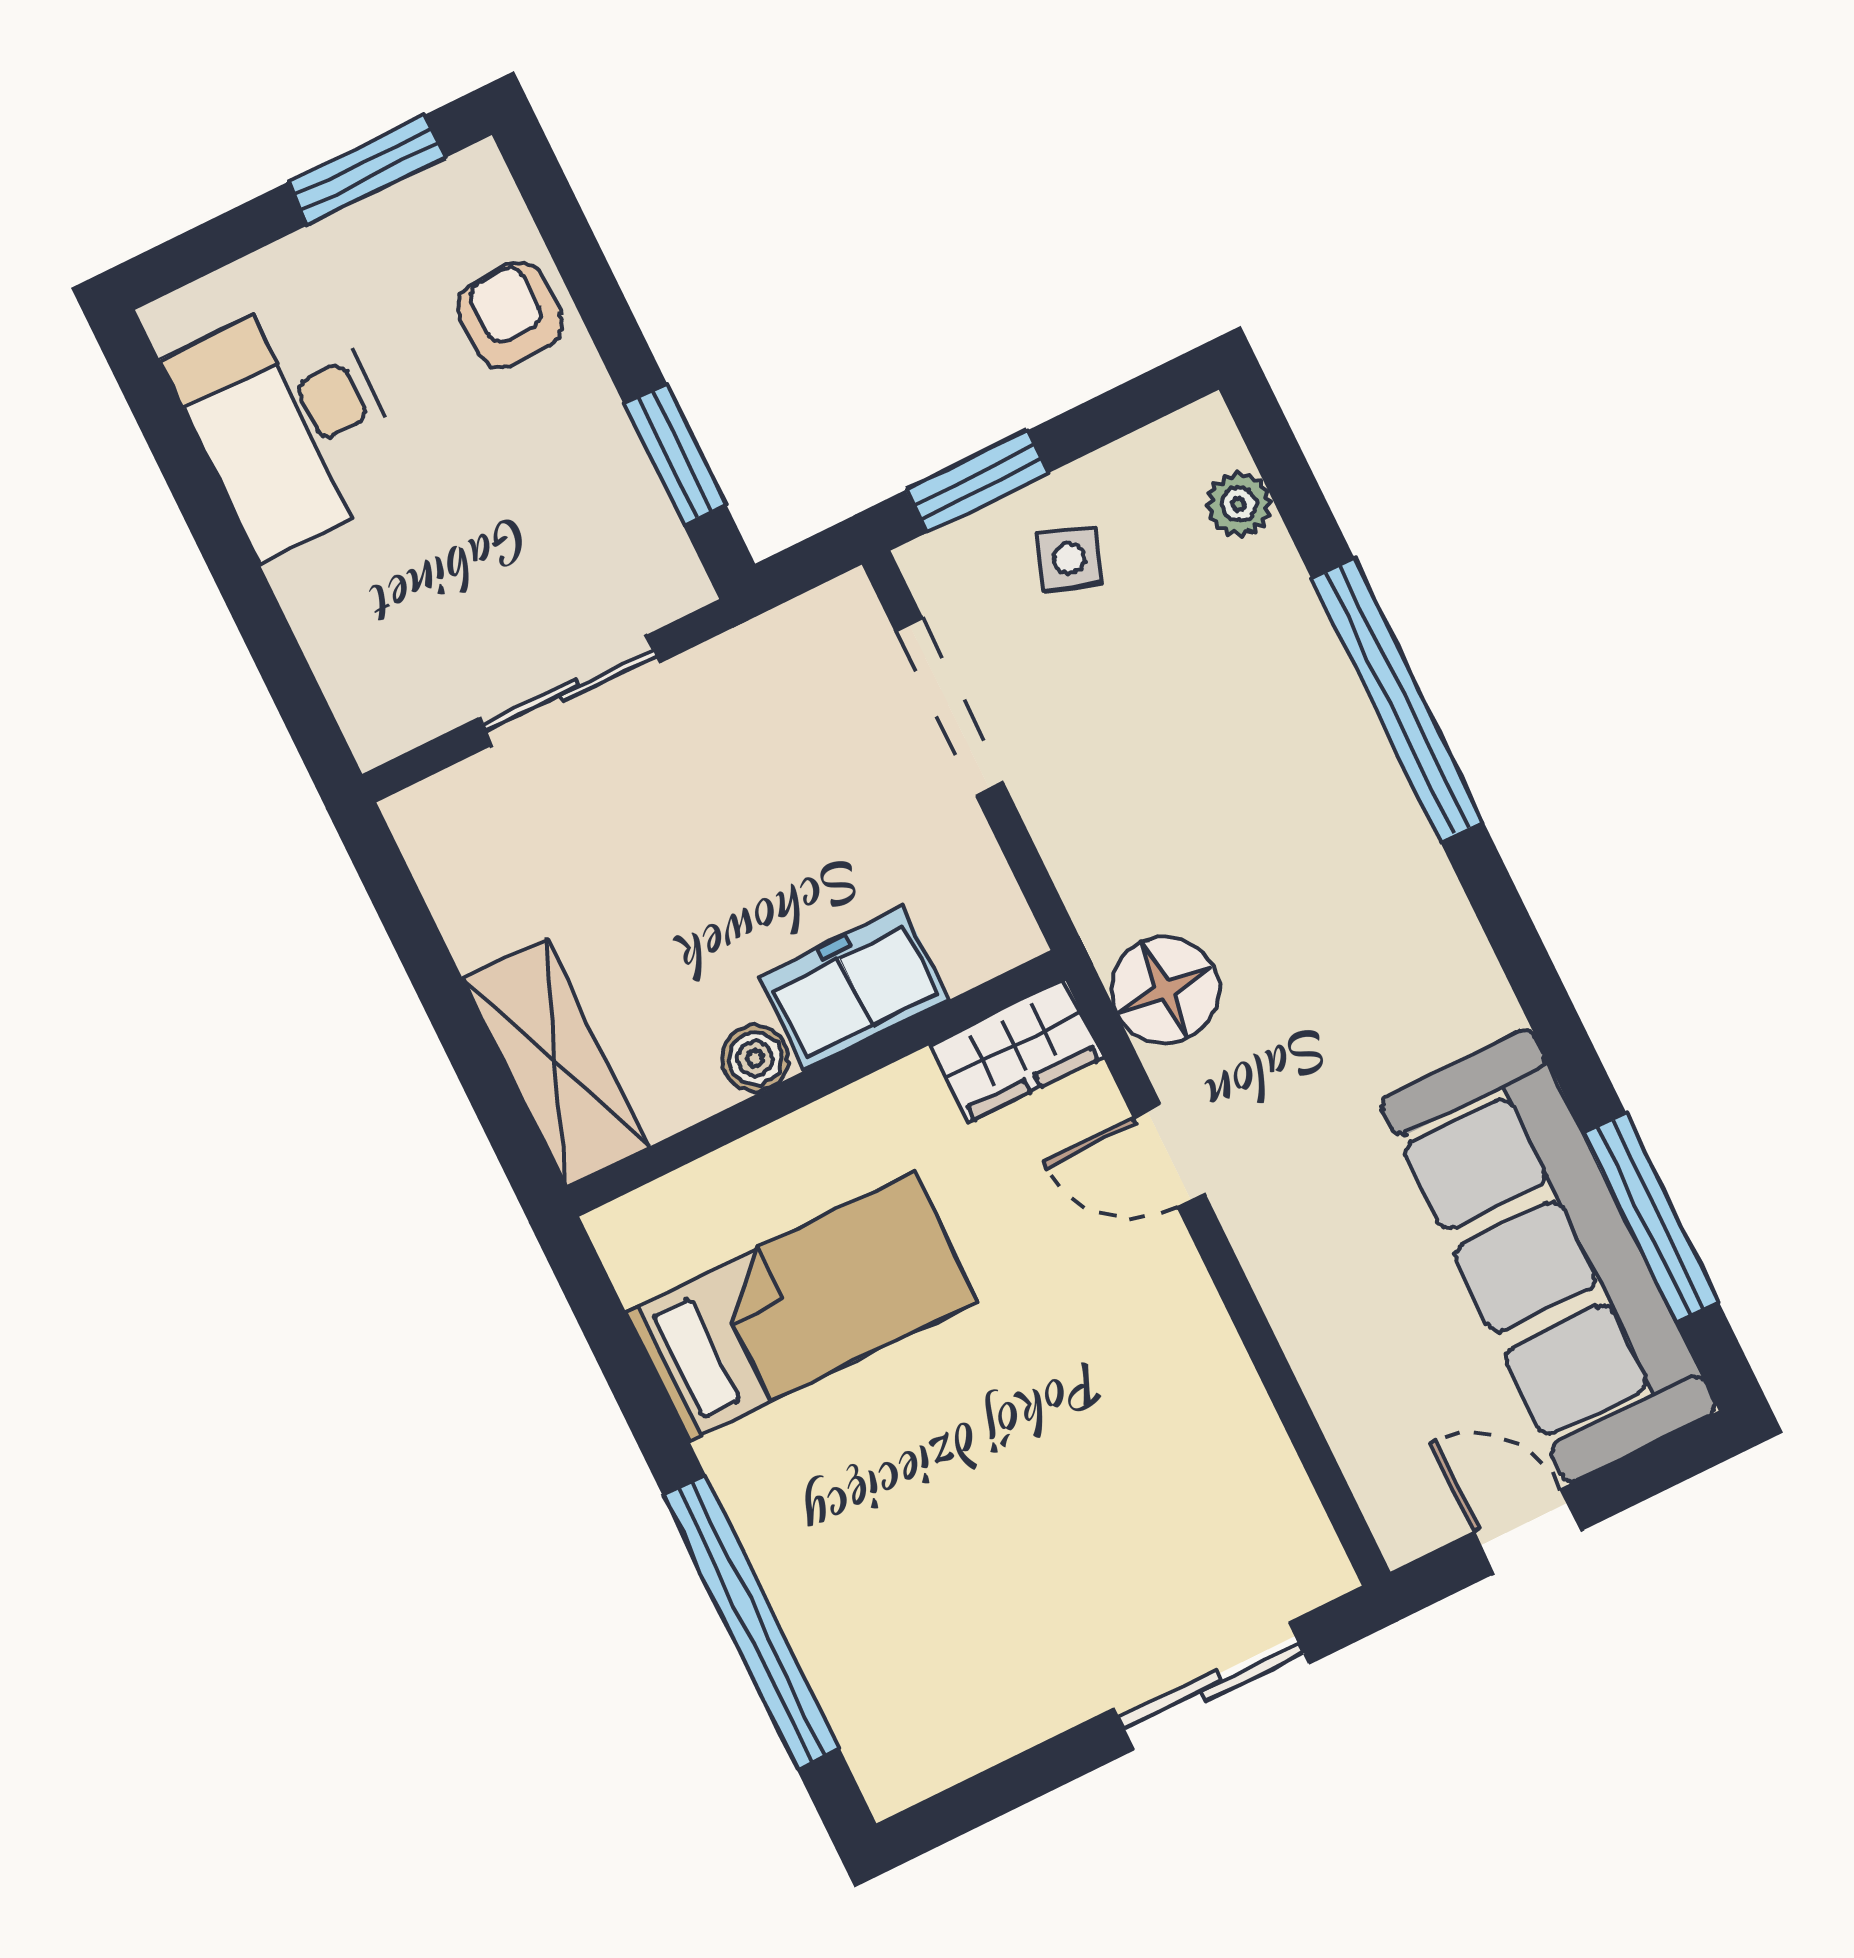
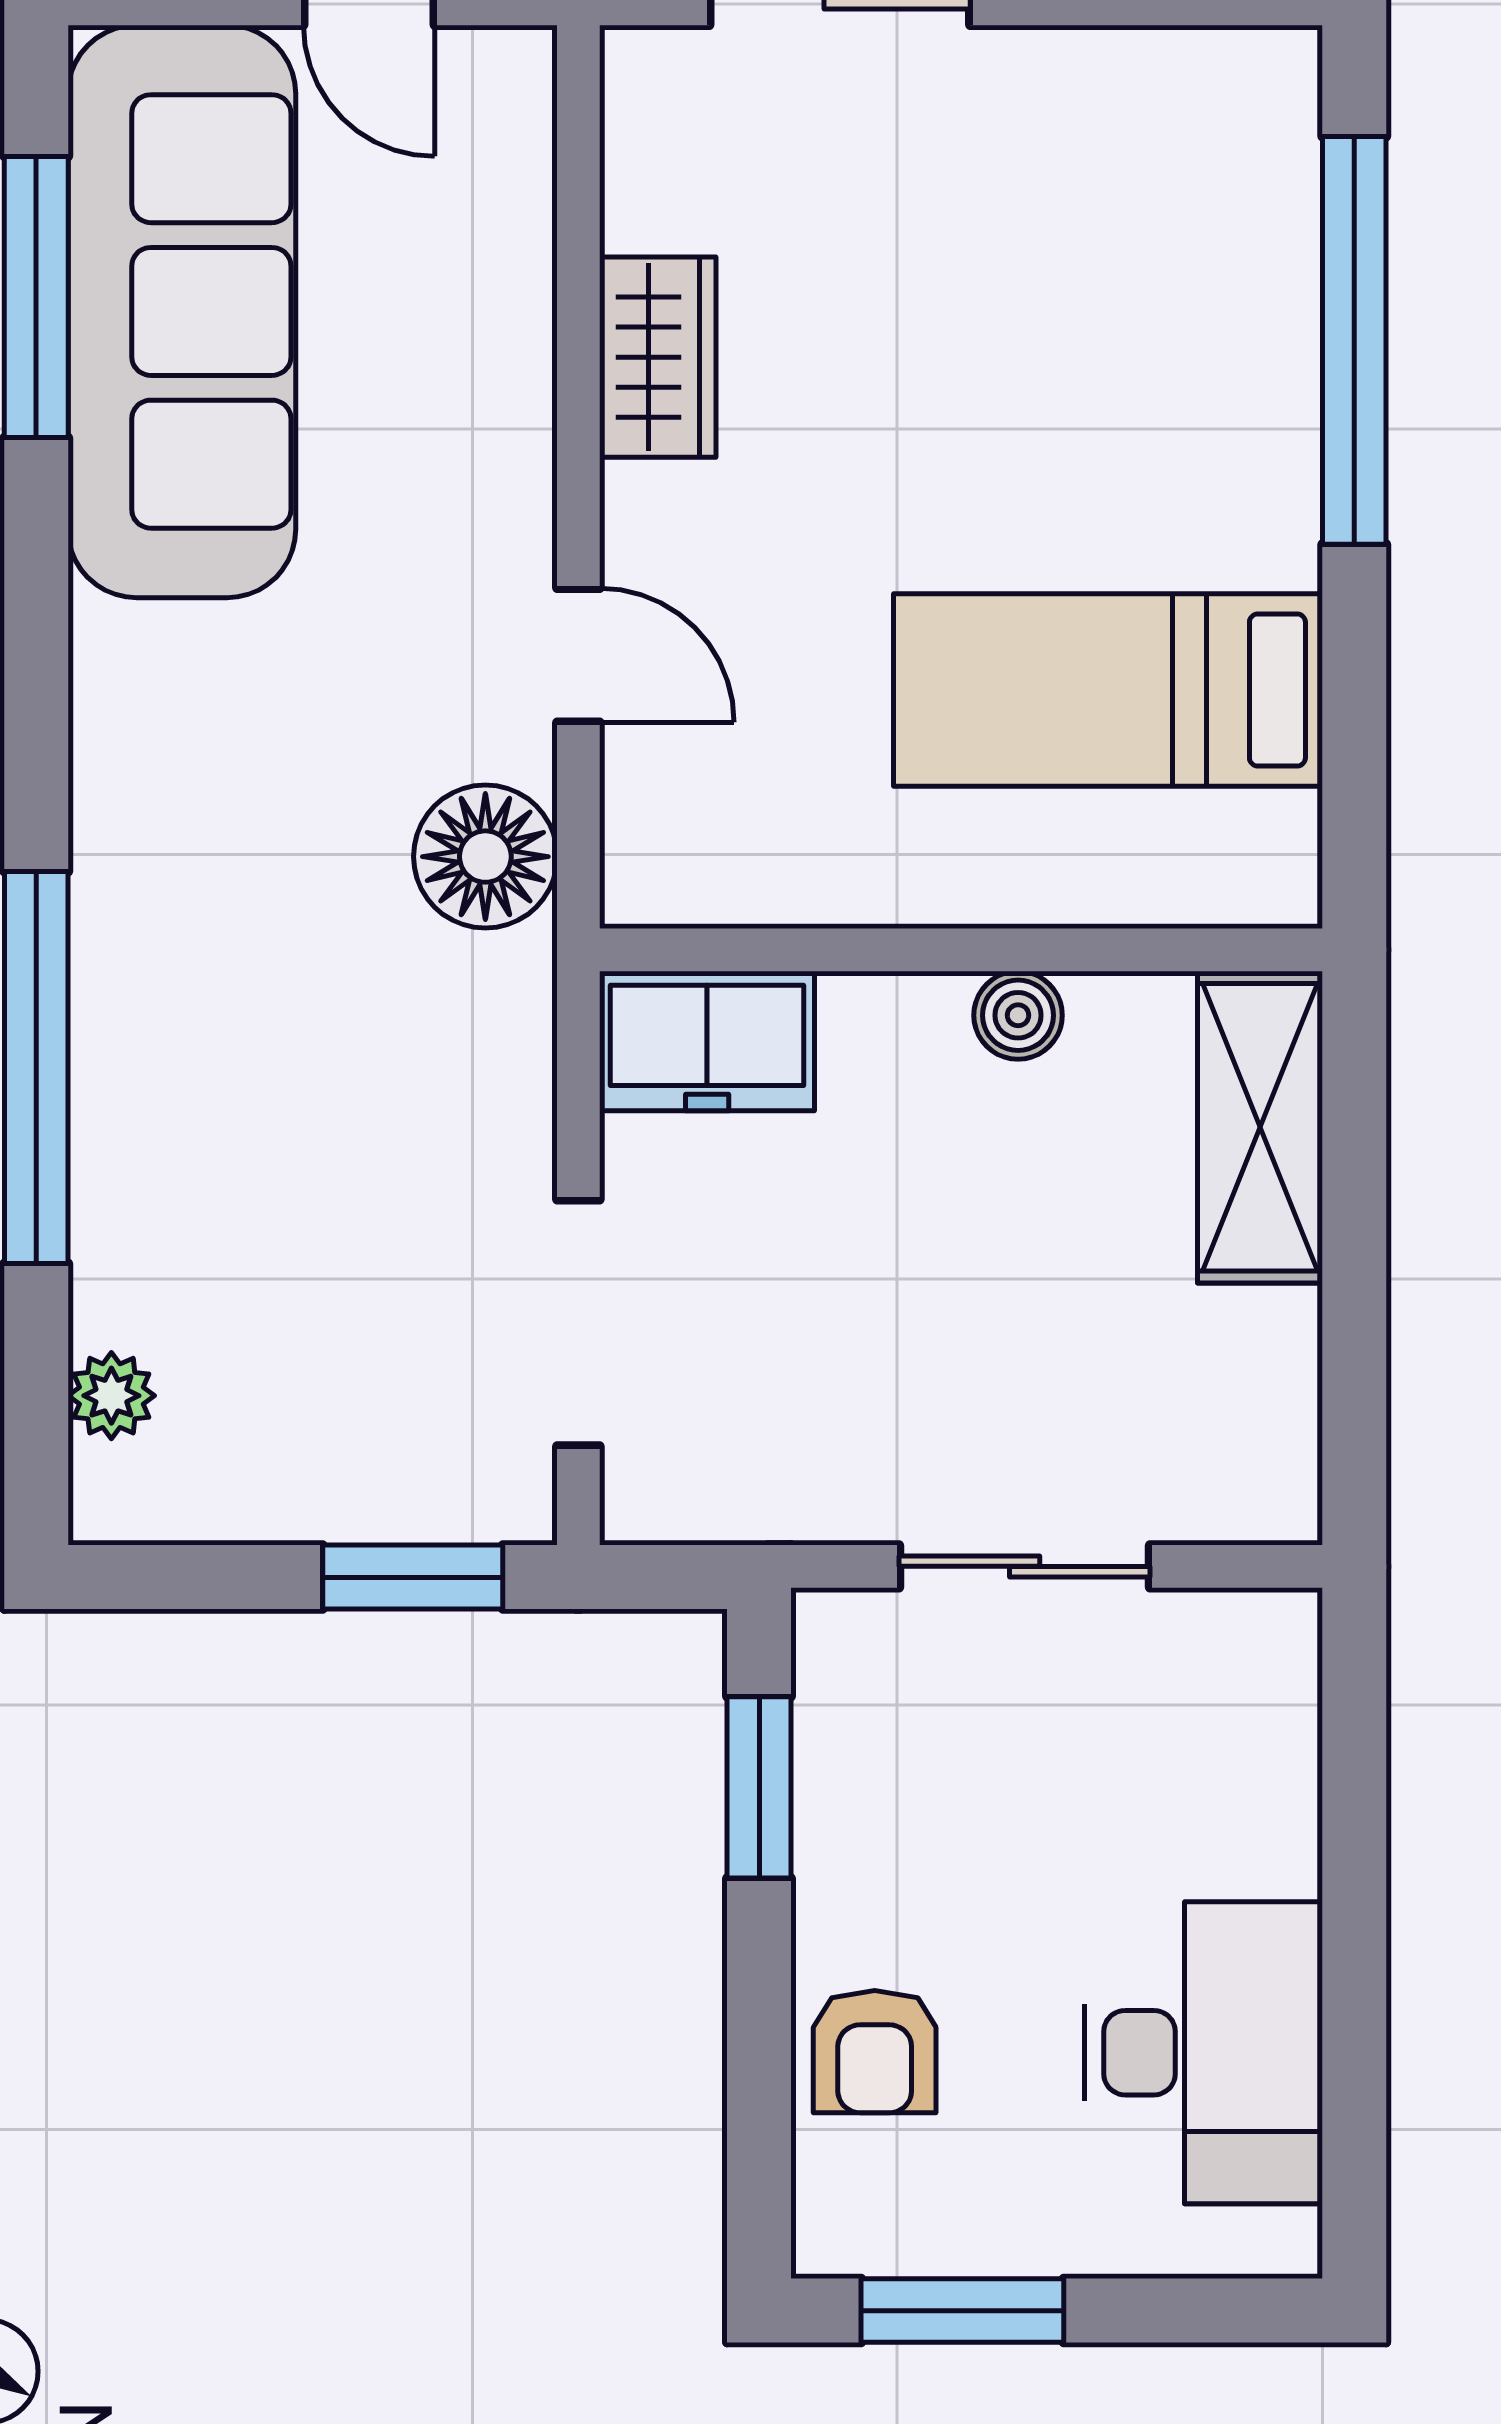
side table: (1069, 559) -> (347, 1430), removed
freezer: (854, 988) -> (707, 1041), moved
wardrobe: (1016, 1051) -> (658, 357), moved, turned 90

